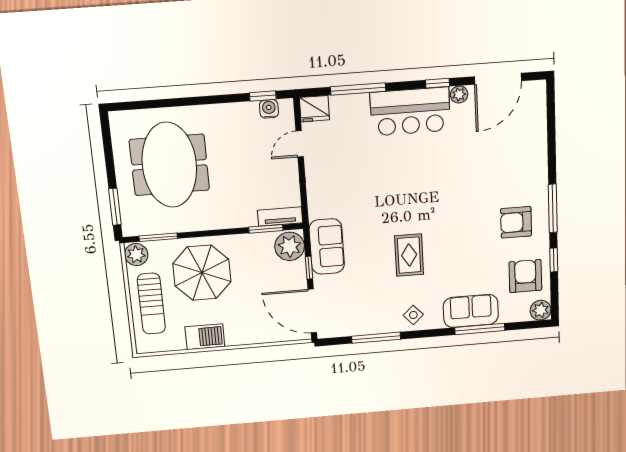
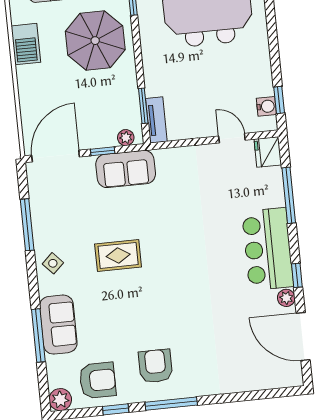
plant: (290, 246) -> (126, 138), width x0.53, depth x0.53

